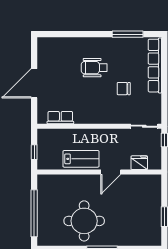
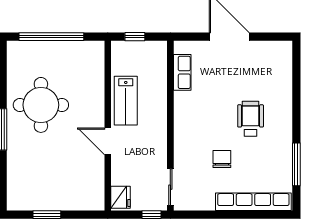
fridge: (139, 163) -> (121, 197), moved

